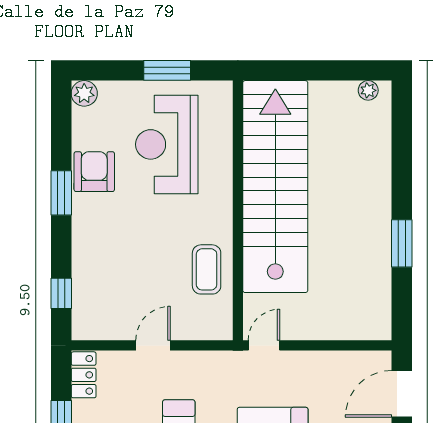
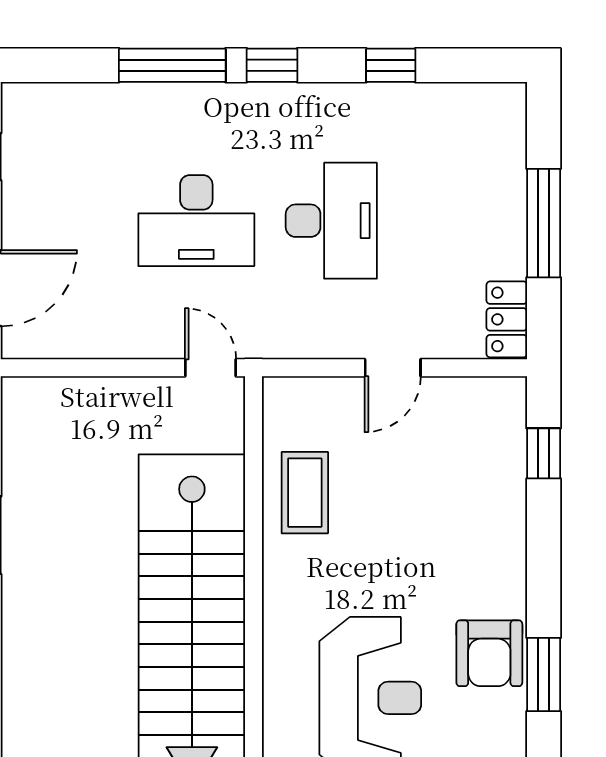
window: (61, 193) -> (544, 674), moved
door: (264, 345) -> (211, 368), swing flipped

